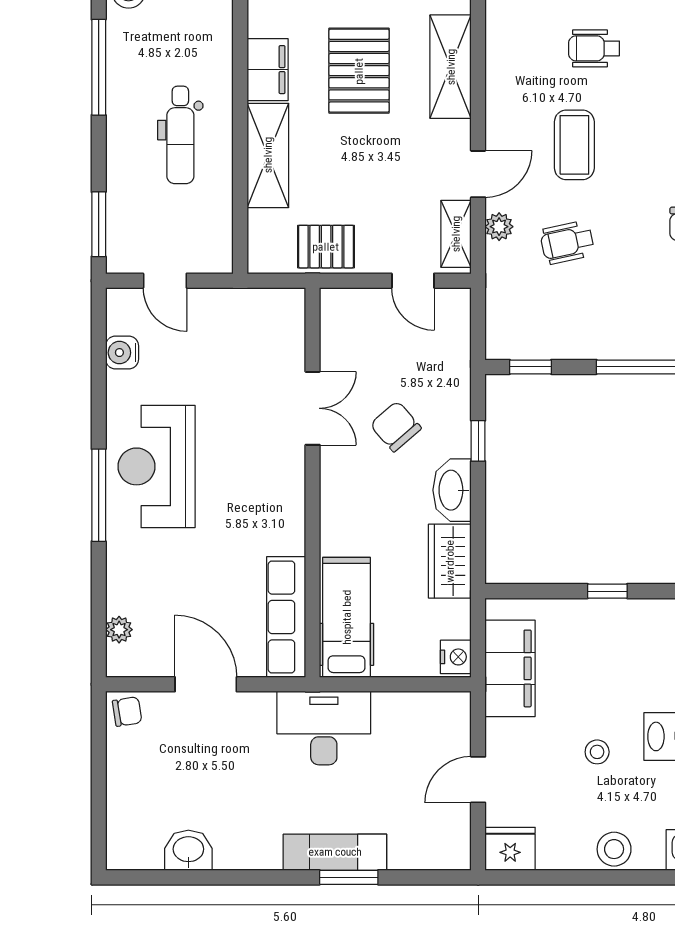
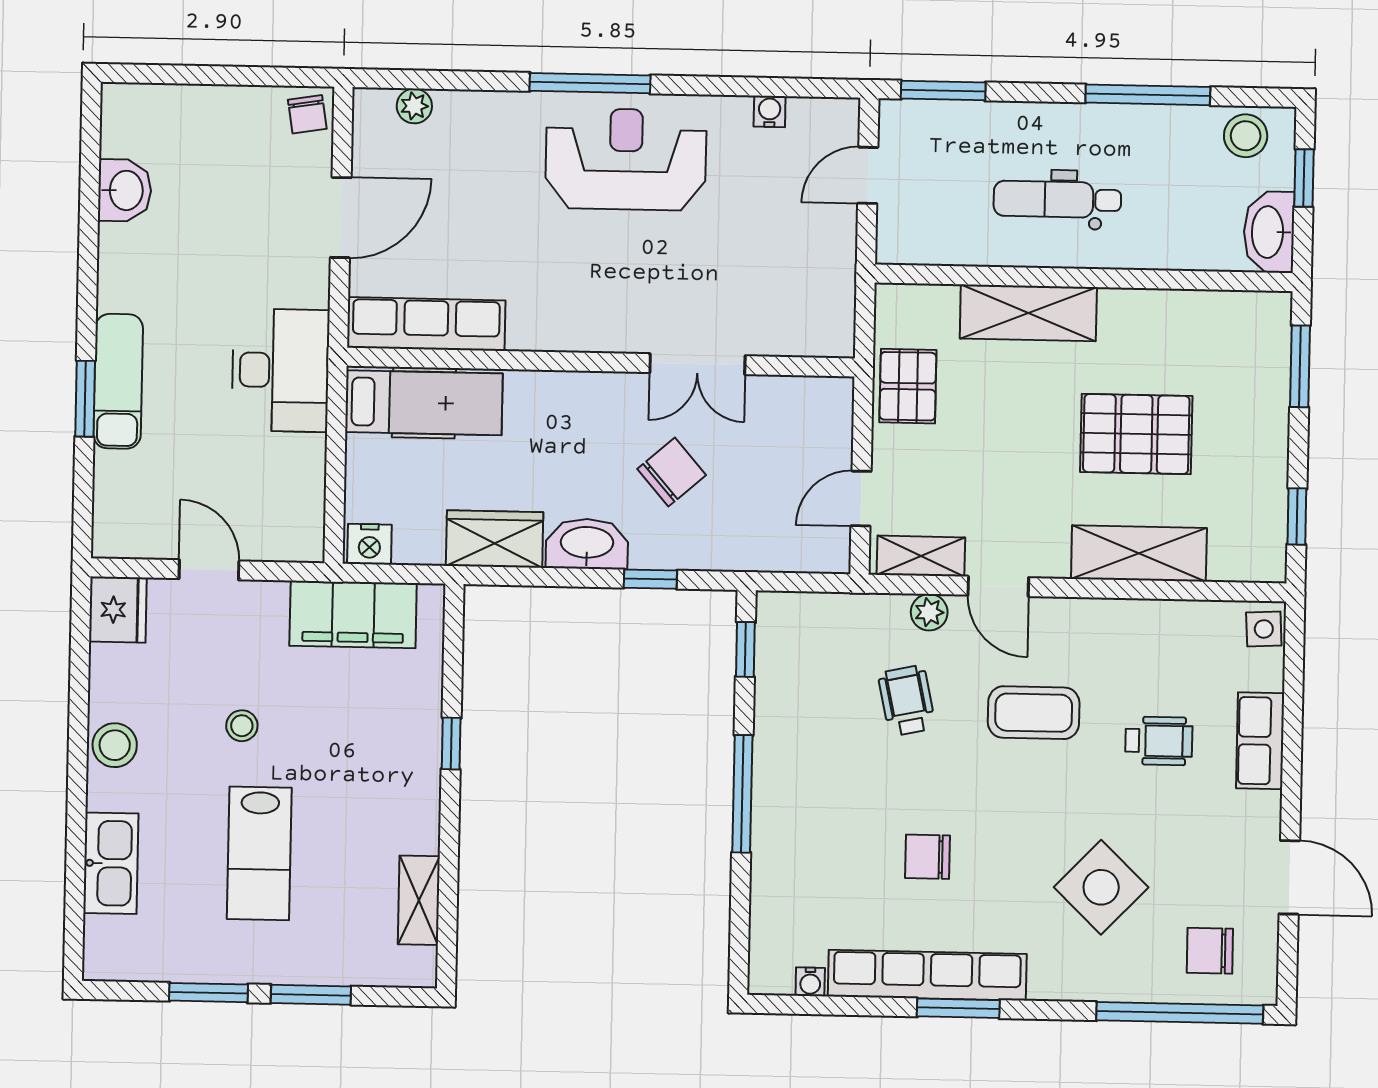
wheelchair: (594, 48) -> (1159, 741), turned 90
filing cabinet: (268, 70) -> (1140, 315), removed
water cooler: (122, 353) -> (770, 111), width x0.72, depth x0.72

